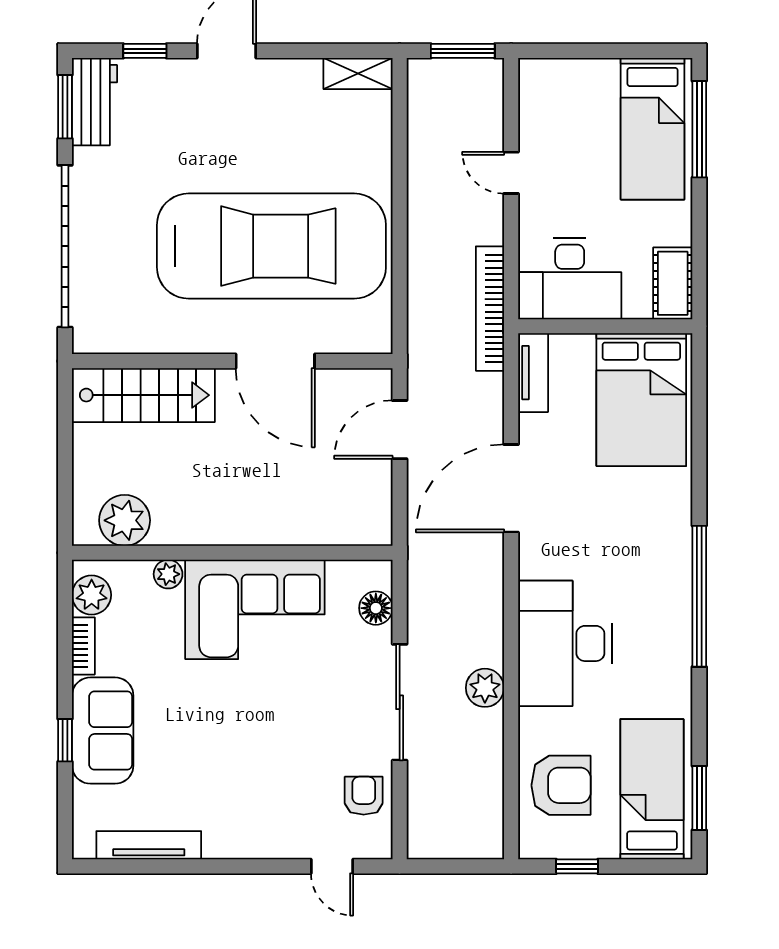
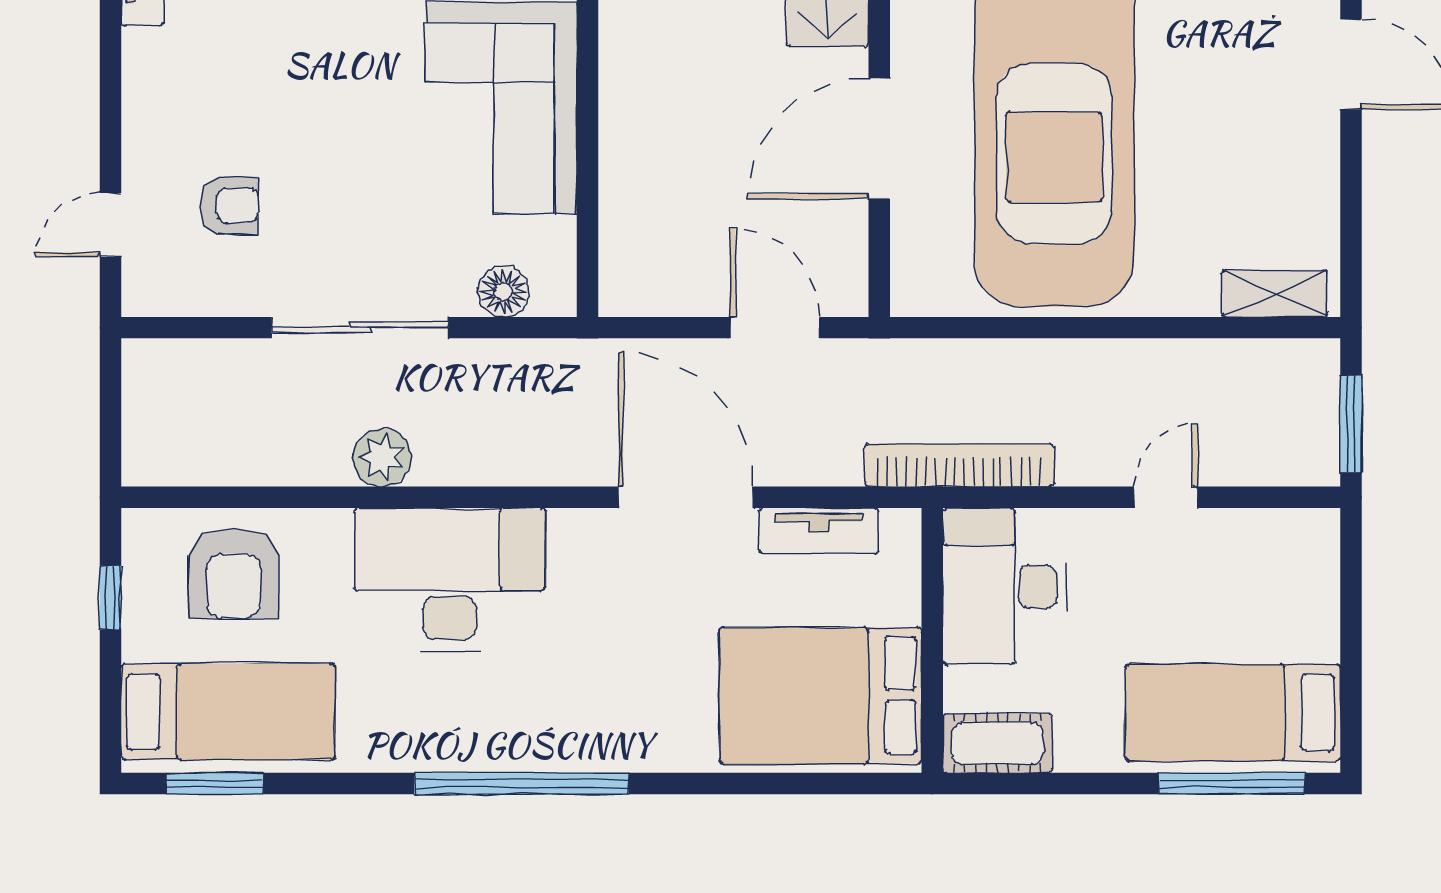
shelving: (358, 74) -> (1275, 293), moved, turned 90
tv unit: (533, 373) -> (818, 531), moved
armchair: (364, 796) -> (230, 205), moved

